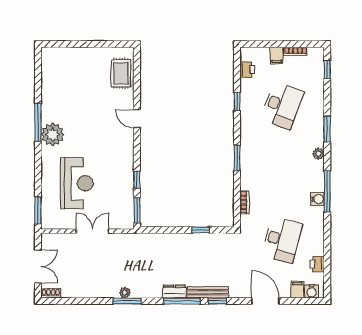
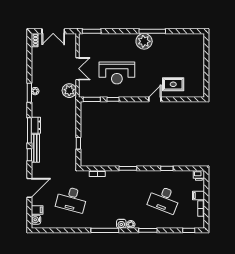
printer: (247, 70) -> (199, 175), moved
rug: (121, 73) -> (173, 84), moved
reception desk: (77, 183) -> (117, 73), moved
water cooler: (317, 199) -> (121, 224), moved
plant: (124, 243) -> (69, 91), added
printer: (317, 264) -> (55, 223), removed

